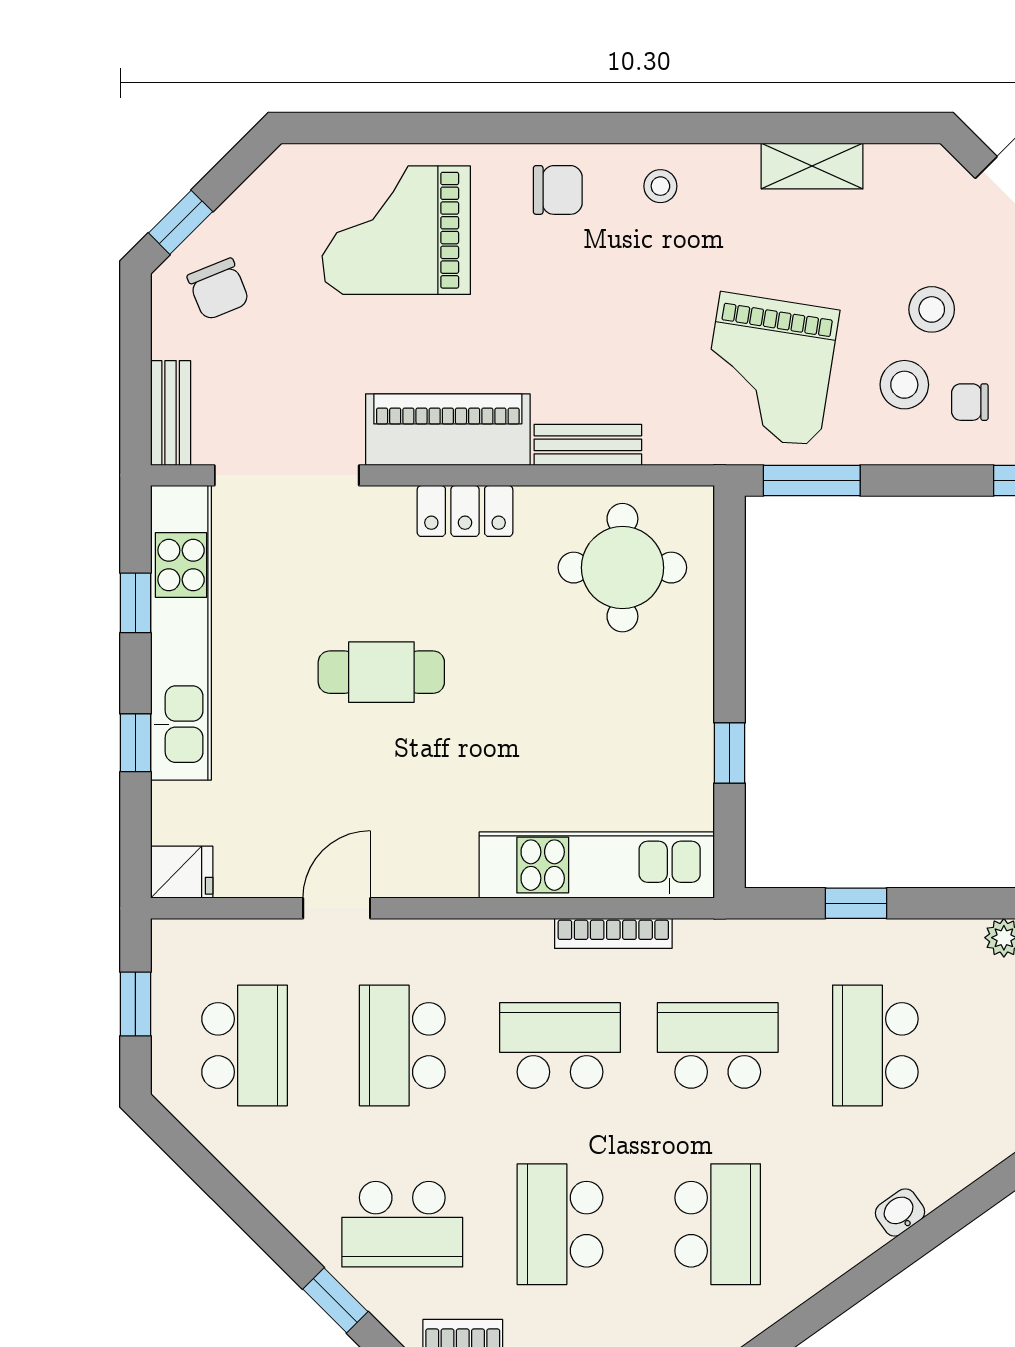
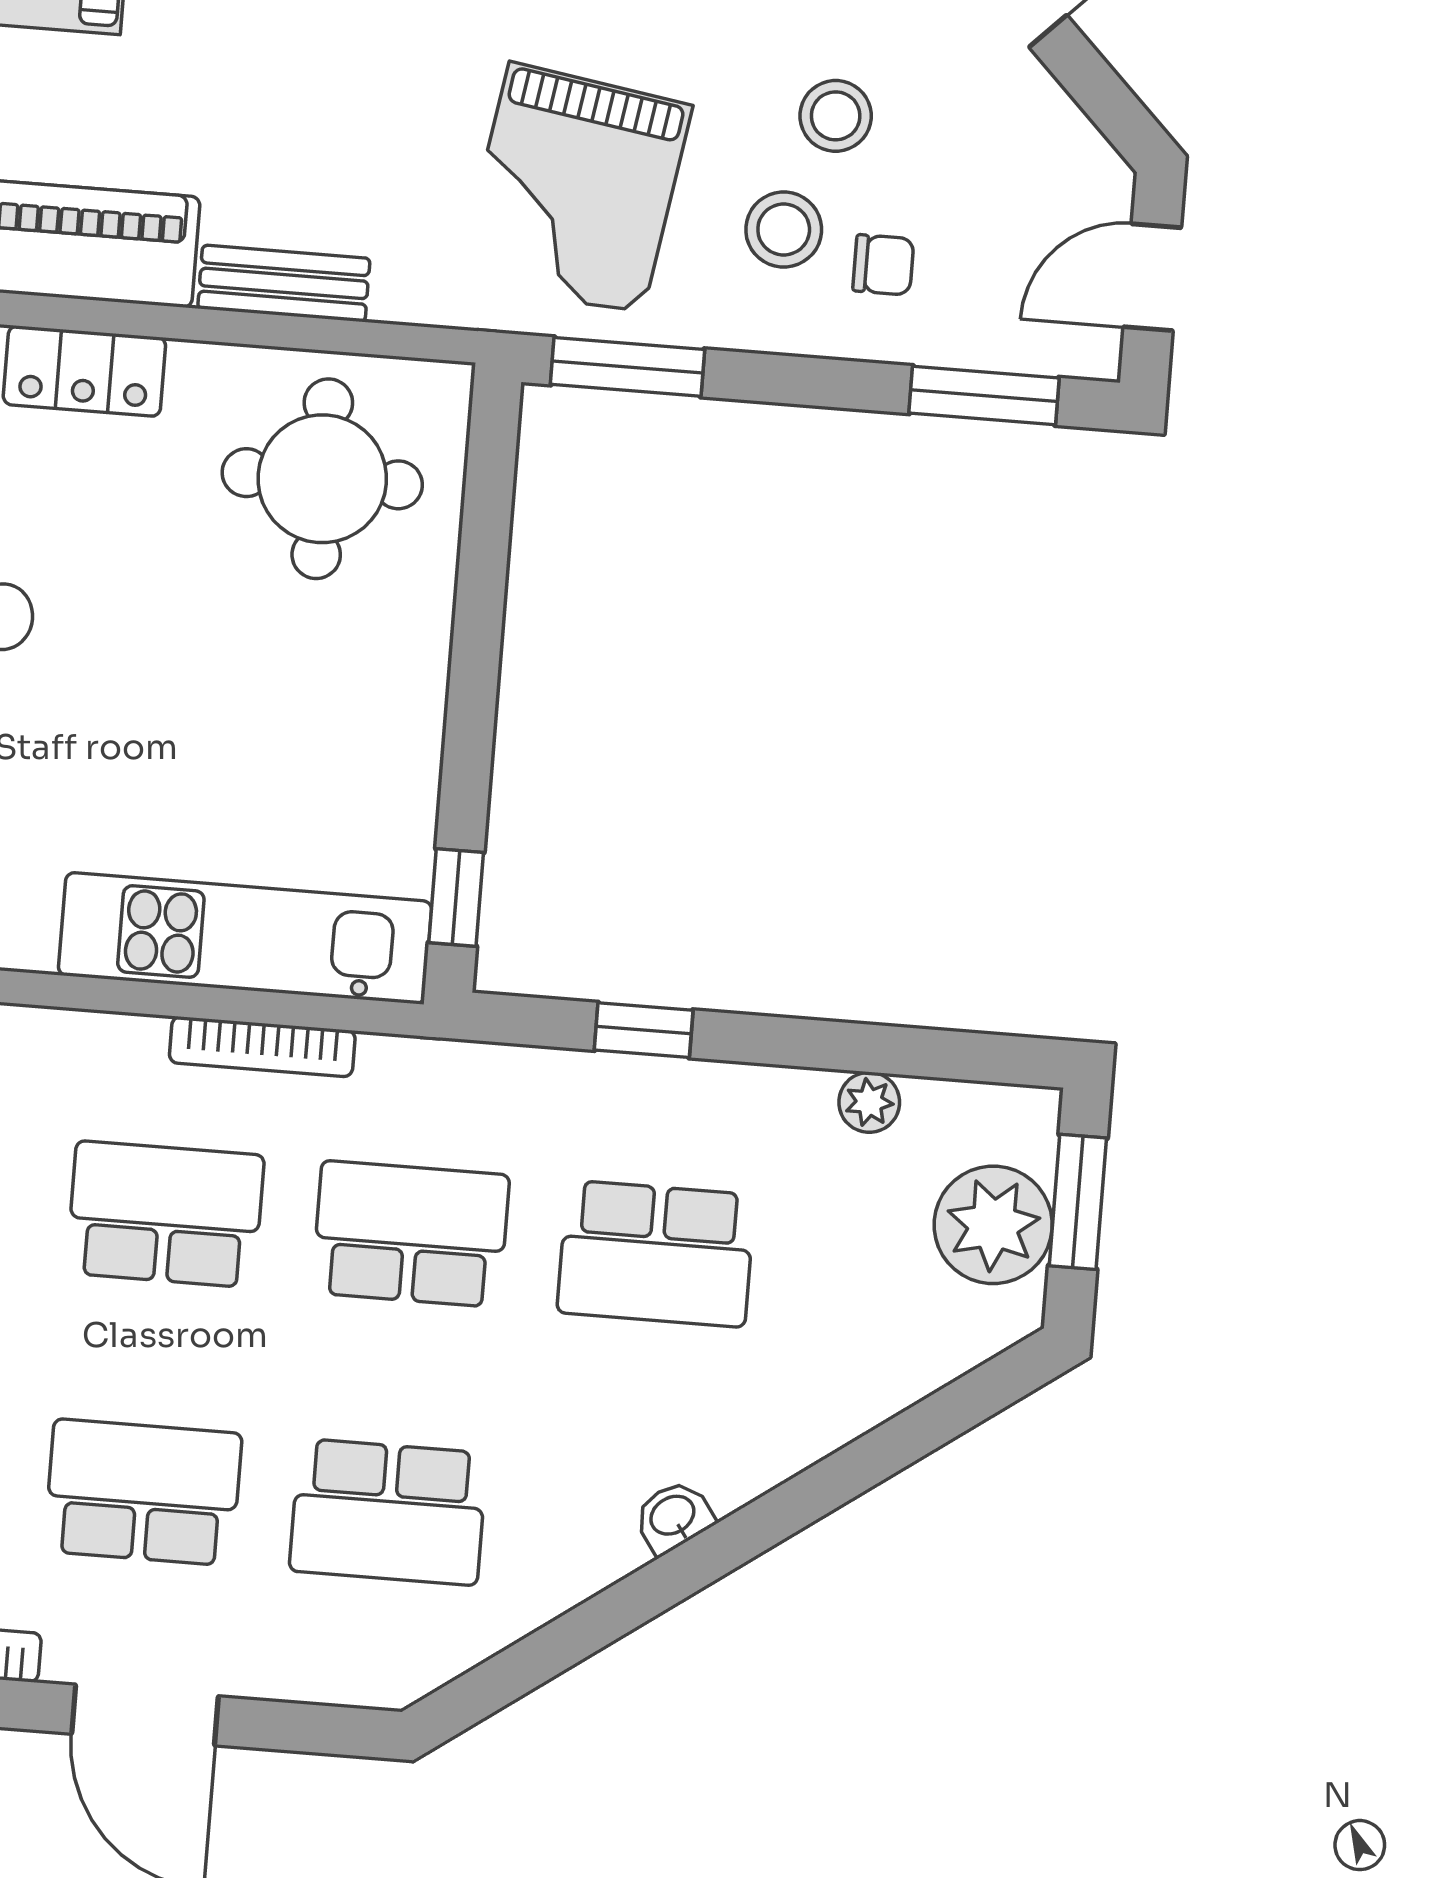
chair: (970, 402) -> (883, 265), turned 180
window: (729, 753) -> (456, 898), moved
school desk: (875, 1045) -> (656, 1254), turned -90
school desk: (560, 1224) -> (143, 1492), turned 90
school desk: (718, 1224) -> (388, 1512), turned 90

